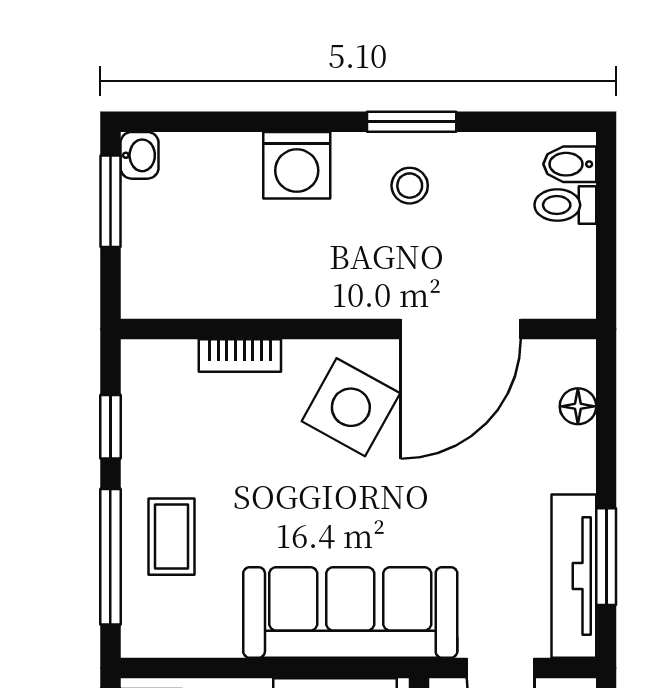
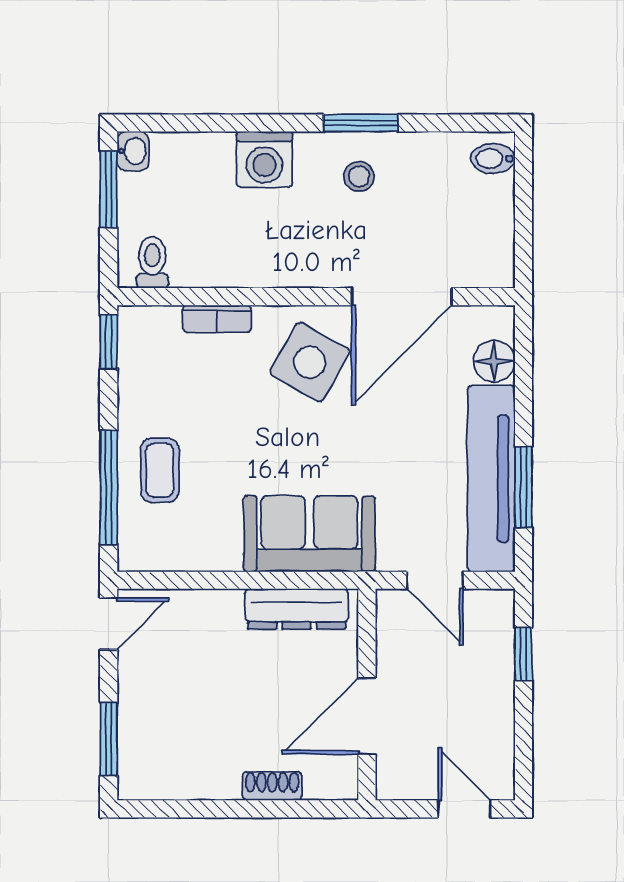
toilet: (565, 205) -> (152, 262), moved, turned 90
floor lamp: (578, 406) -> (494, 361), width x1.37, depth x1.37
window: (110, 427) -> (109, 342), moved
tv unit: (574, 576) -> (491, 479), width x1.36, depth x1.29
sofa: (350, 612) -> (309, 534), width x0.73

